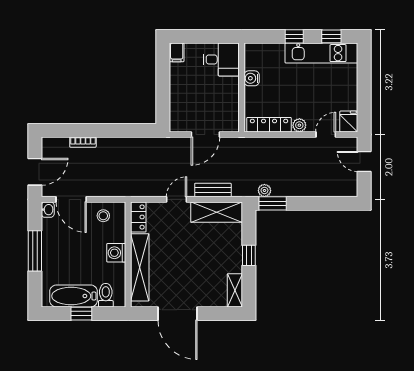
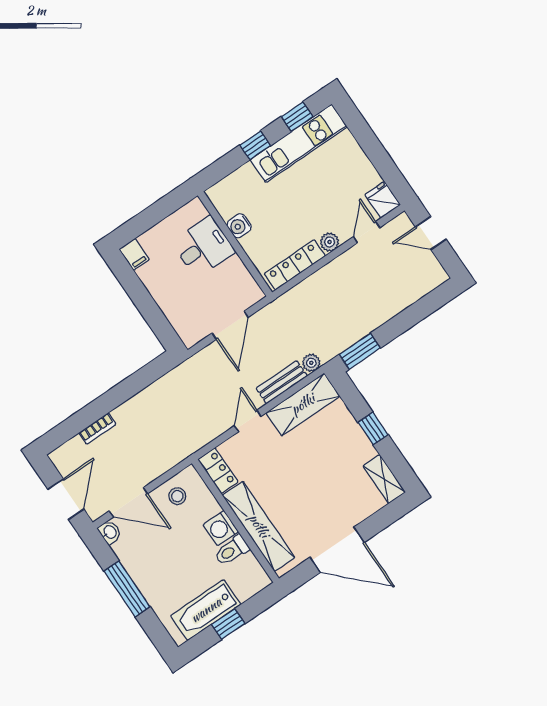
desk: (221, 59) -> (203, 247), moved
plant: (264, 190) -> (311, 363), moved
toilet: (106, 295) -> (232, 550), moved, turned -90

